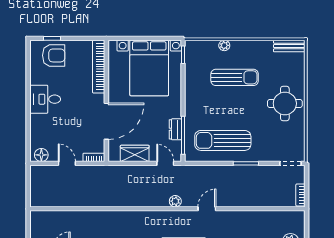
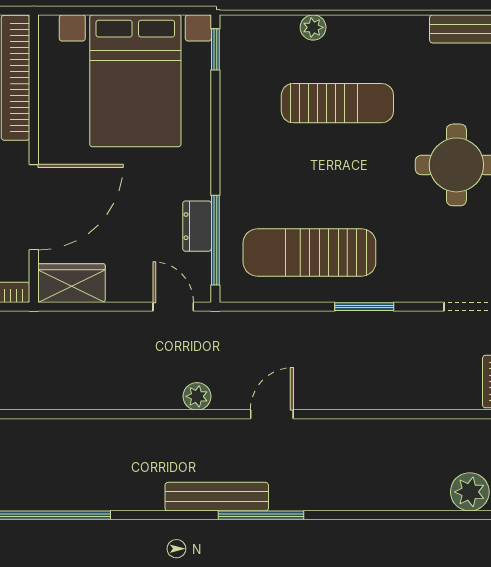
wardrobe: (135, 153) -> (71, 283), moved

